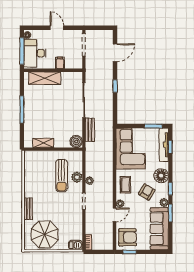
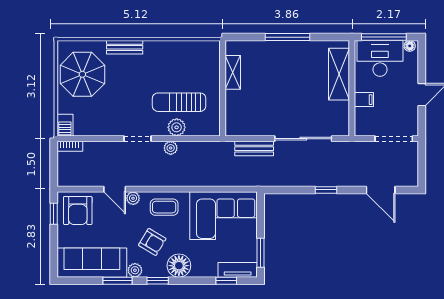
boiler: (76, 141) -> (235, 126), removed
tv unit: (164, 145) -> (238, 270), width x0.71

